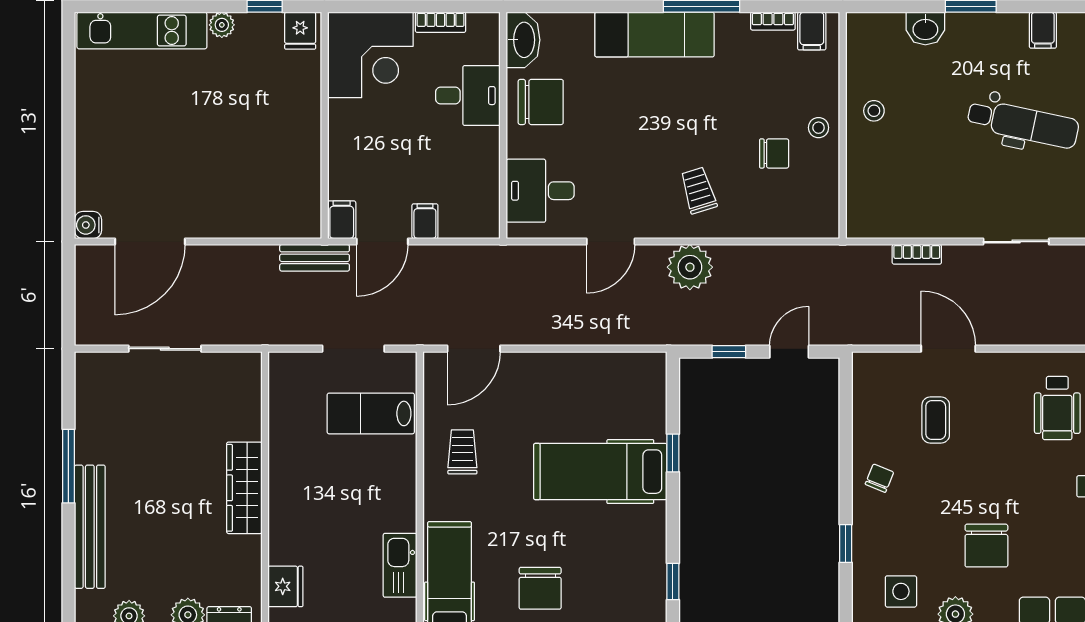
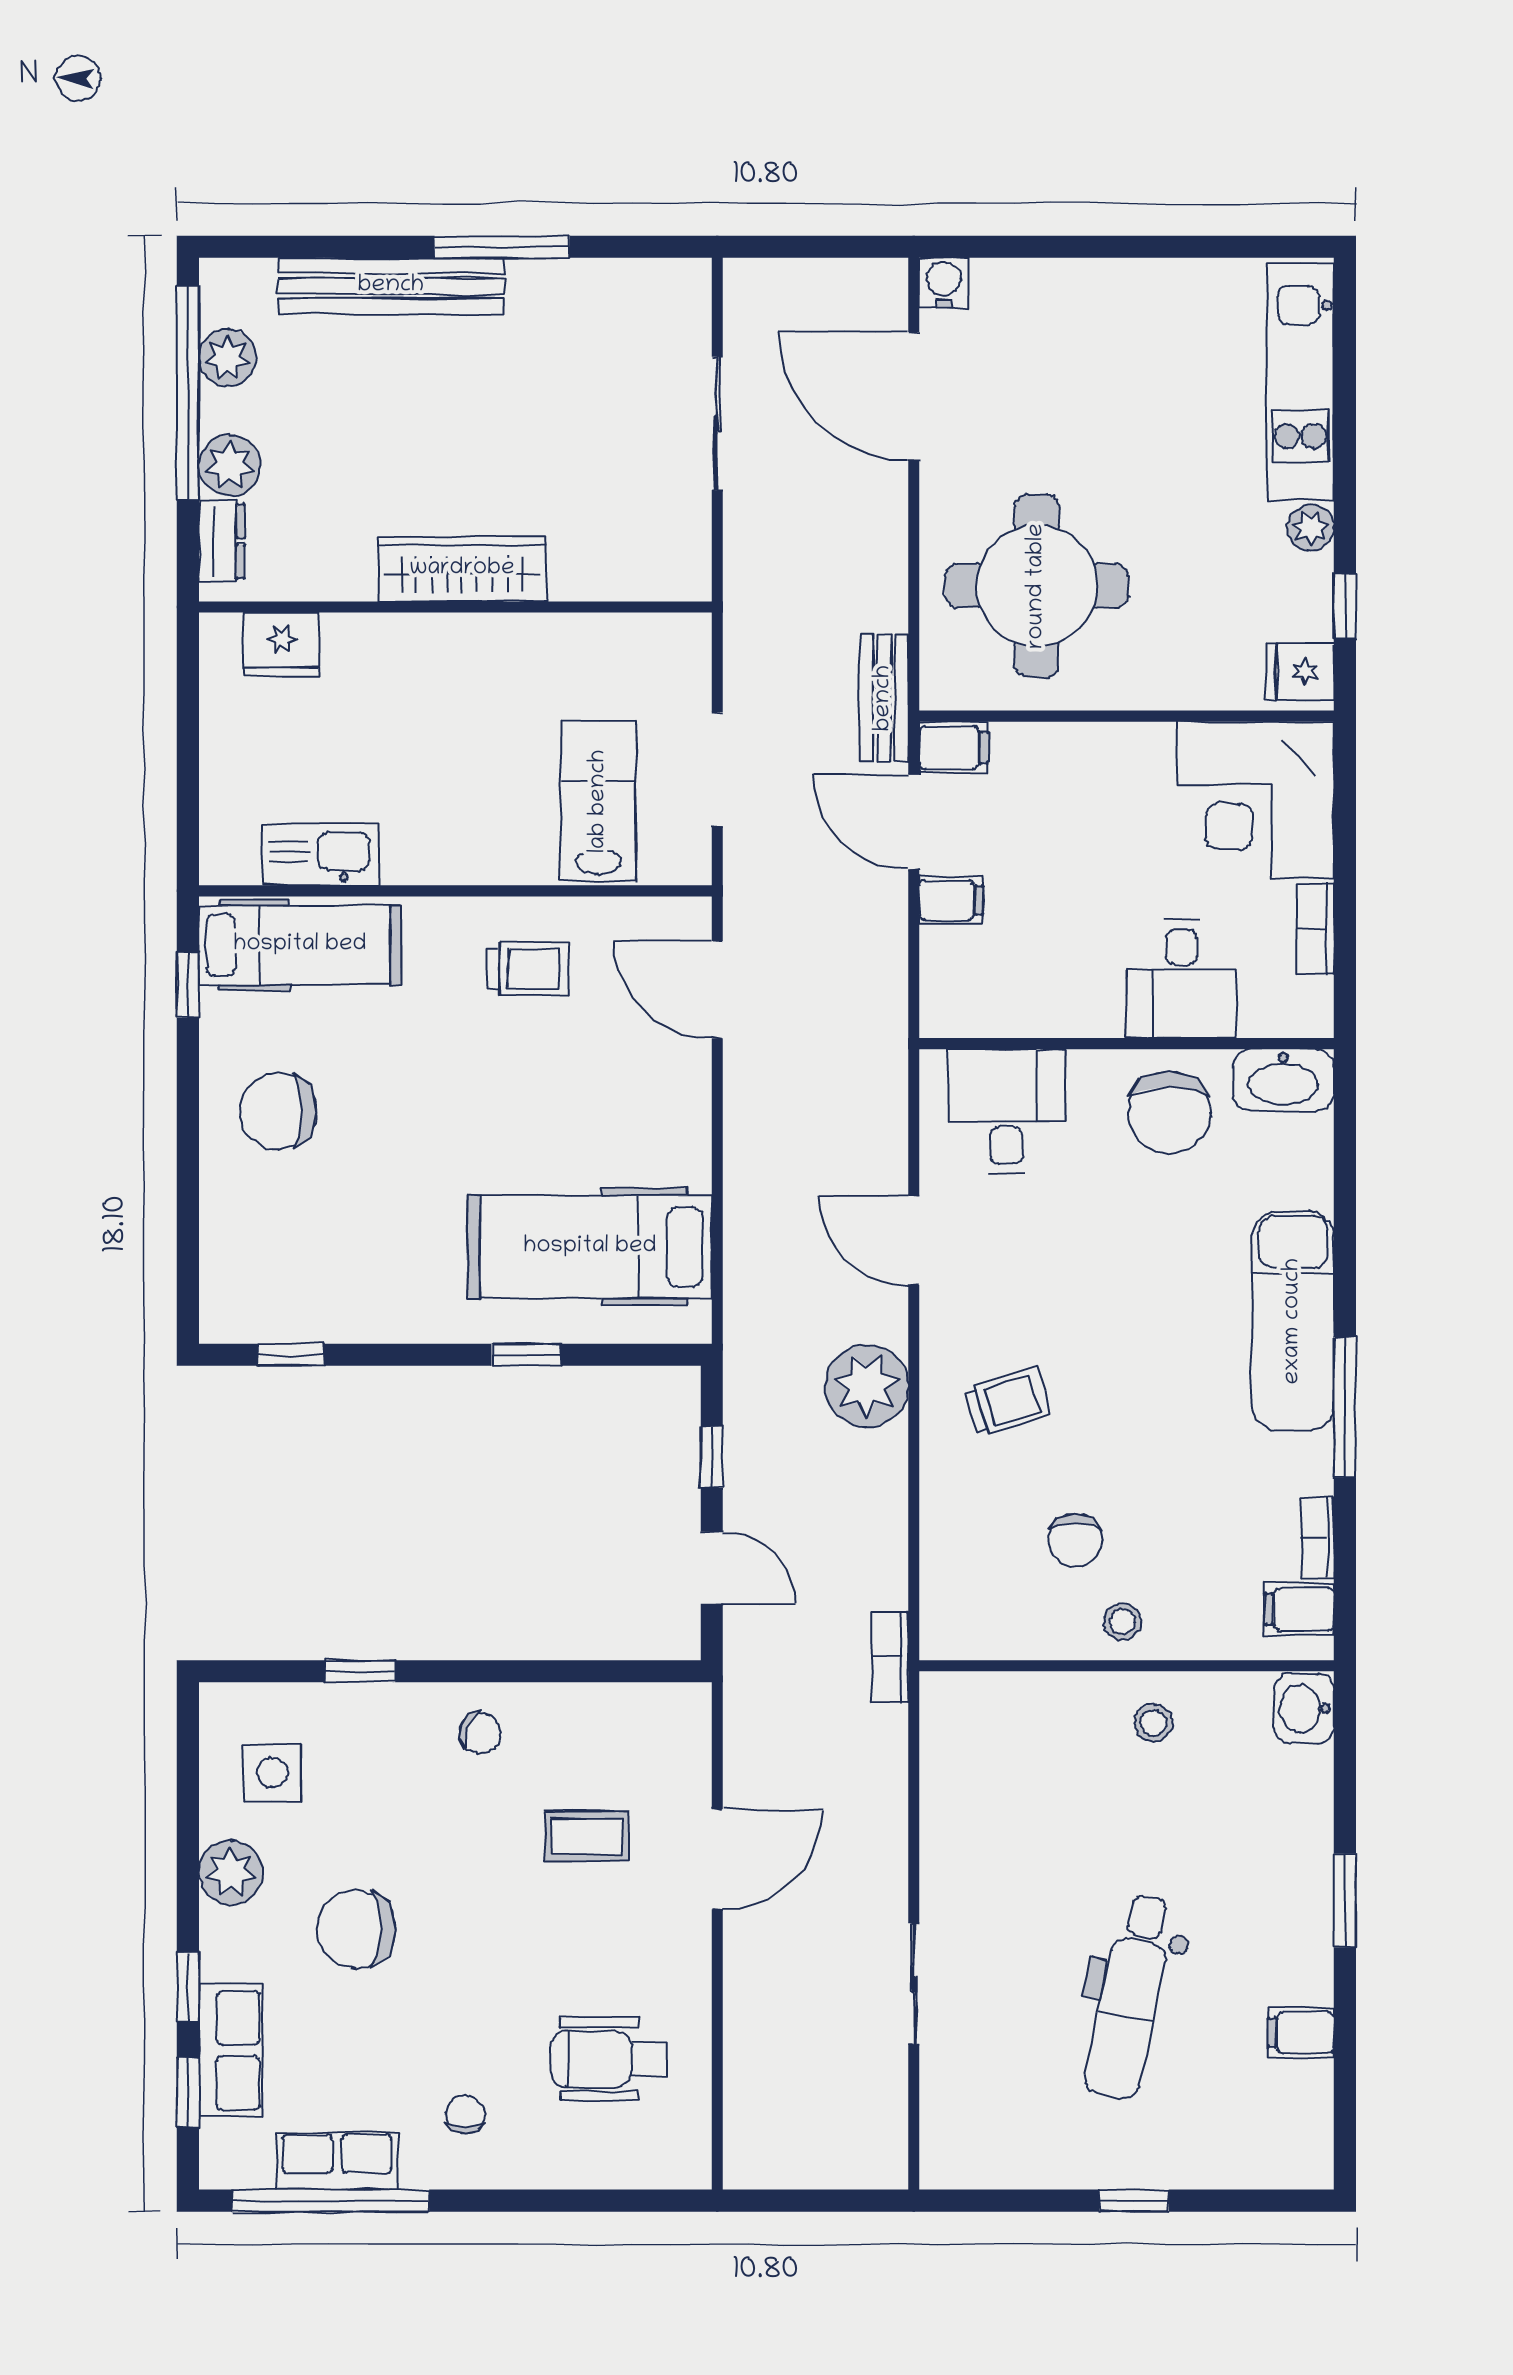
washbasin: (925, 29) -> (1304, 1708), moved
round table: (253, 174) -> (1037, 586), added
bookcase: (917, 254) -> (890, 1657), moved
hospital bed: (600, 472) -> (590, 1247), moved, turned -90

